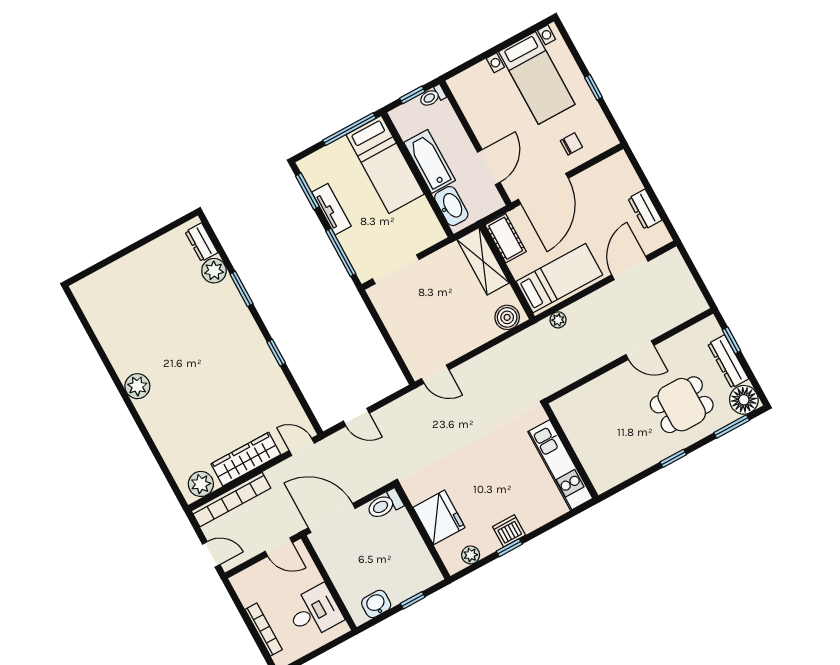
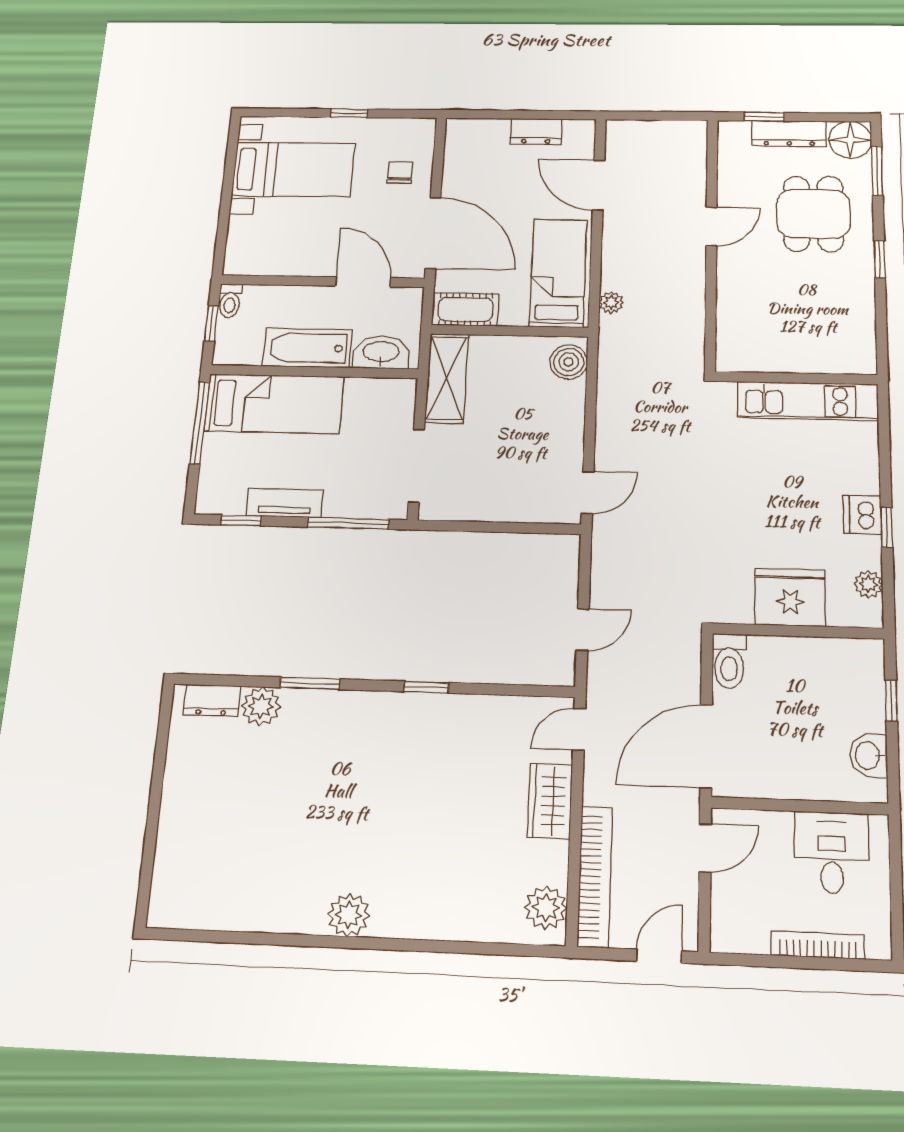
window: (307, 191) -> (241, 520), width x0.67
shelving: (483, 261) -> (447, 378), moved, turned 90
wardrobe: (246, 459) -> (550, 801), width x0.67

